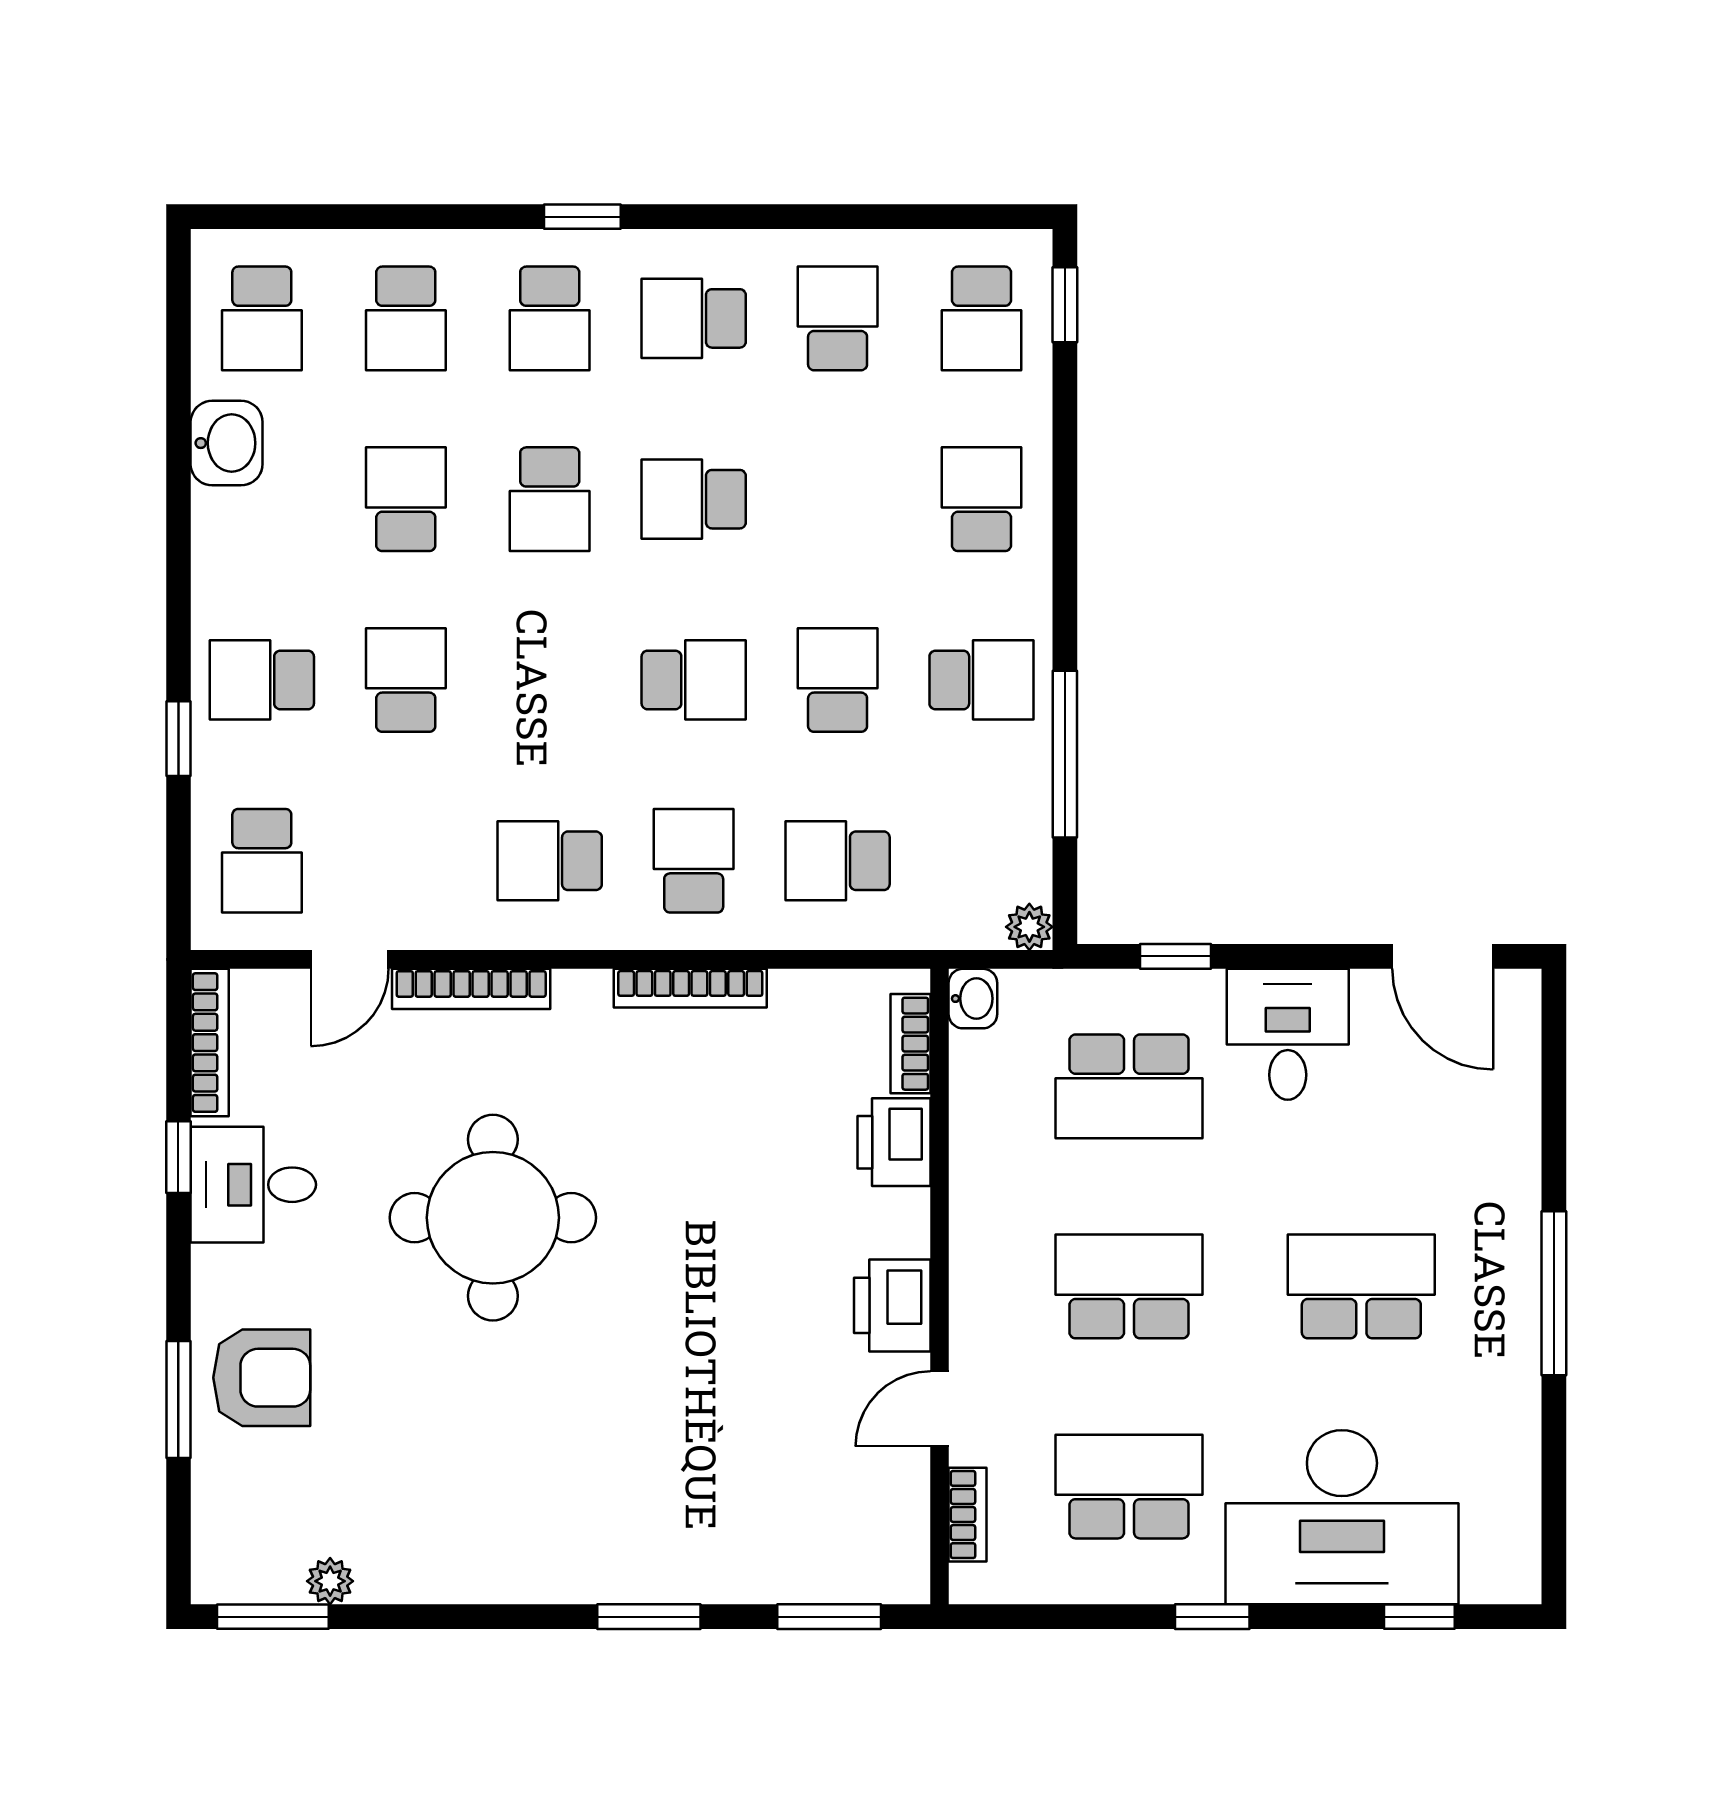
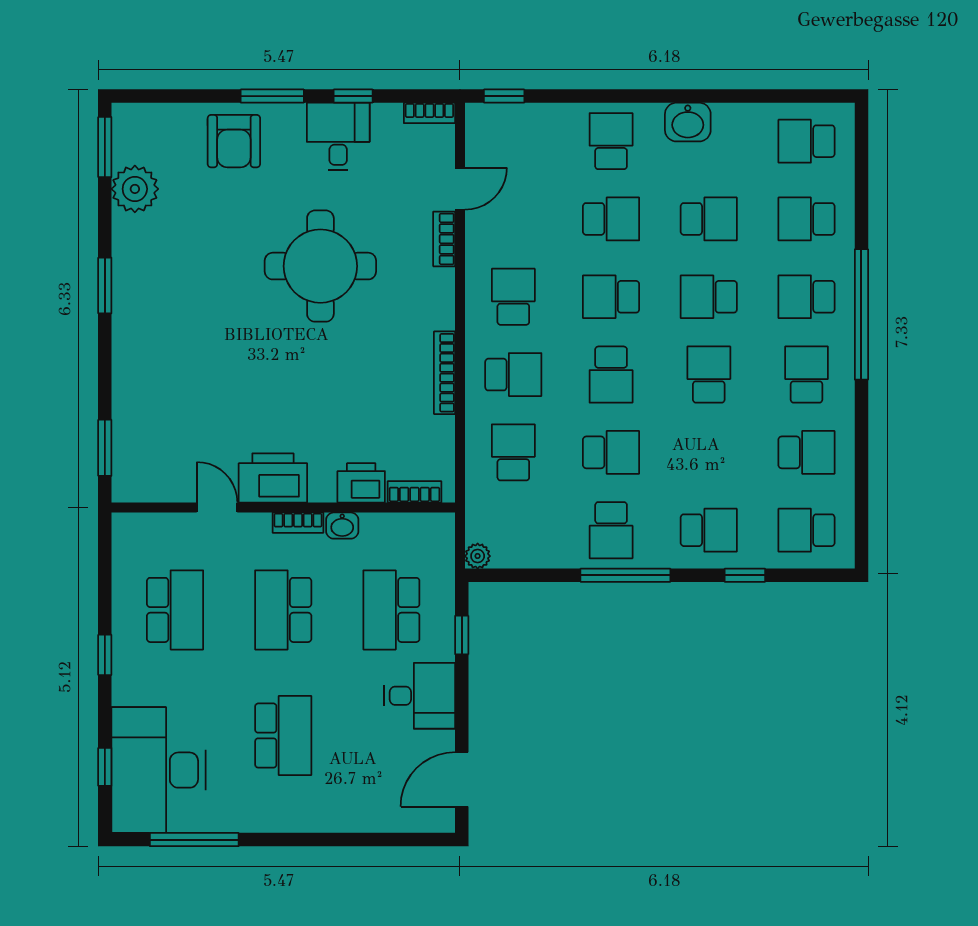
window: (582, 217) -> (861, 314), width x3.17
window: (1065, 305) -> (745, 575), moved
washbasin: (227, 443) -> (688, 122), moved
window: (178, 739) -> (504, 96), moved
window: (1065, 754) -> (625, 575), moved
school desk: (262, 861) -> (611, 297), moved
door: (350, 959) -> (460, 189), swing flipped
bookcase: (471, 989) -> (444, 239), width x0.64
washbasin: (973, 999) -> (342, 526), moved
bookcase: (210, 1043) -> (429, 113), width x0.64
school desk: (1129, 1286) -> (283, 610), turned 180
window: (1554, 1293) -> (194, 840), moved
printer: (892, 1305) -> (273, 478), width x1.37, depth x1.19
window: (178, 1400) -> (272, 96), moved
bookcase: (968, 1515) -> (298, 523), moved
desk: (1342, 1517) -> (158, 770), moved
plant: (330, 1581) -> (135, 189), width x1.87, depth x1.87
window: (649, 1617) -> (105, 285), moved

